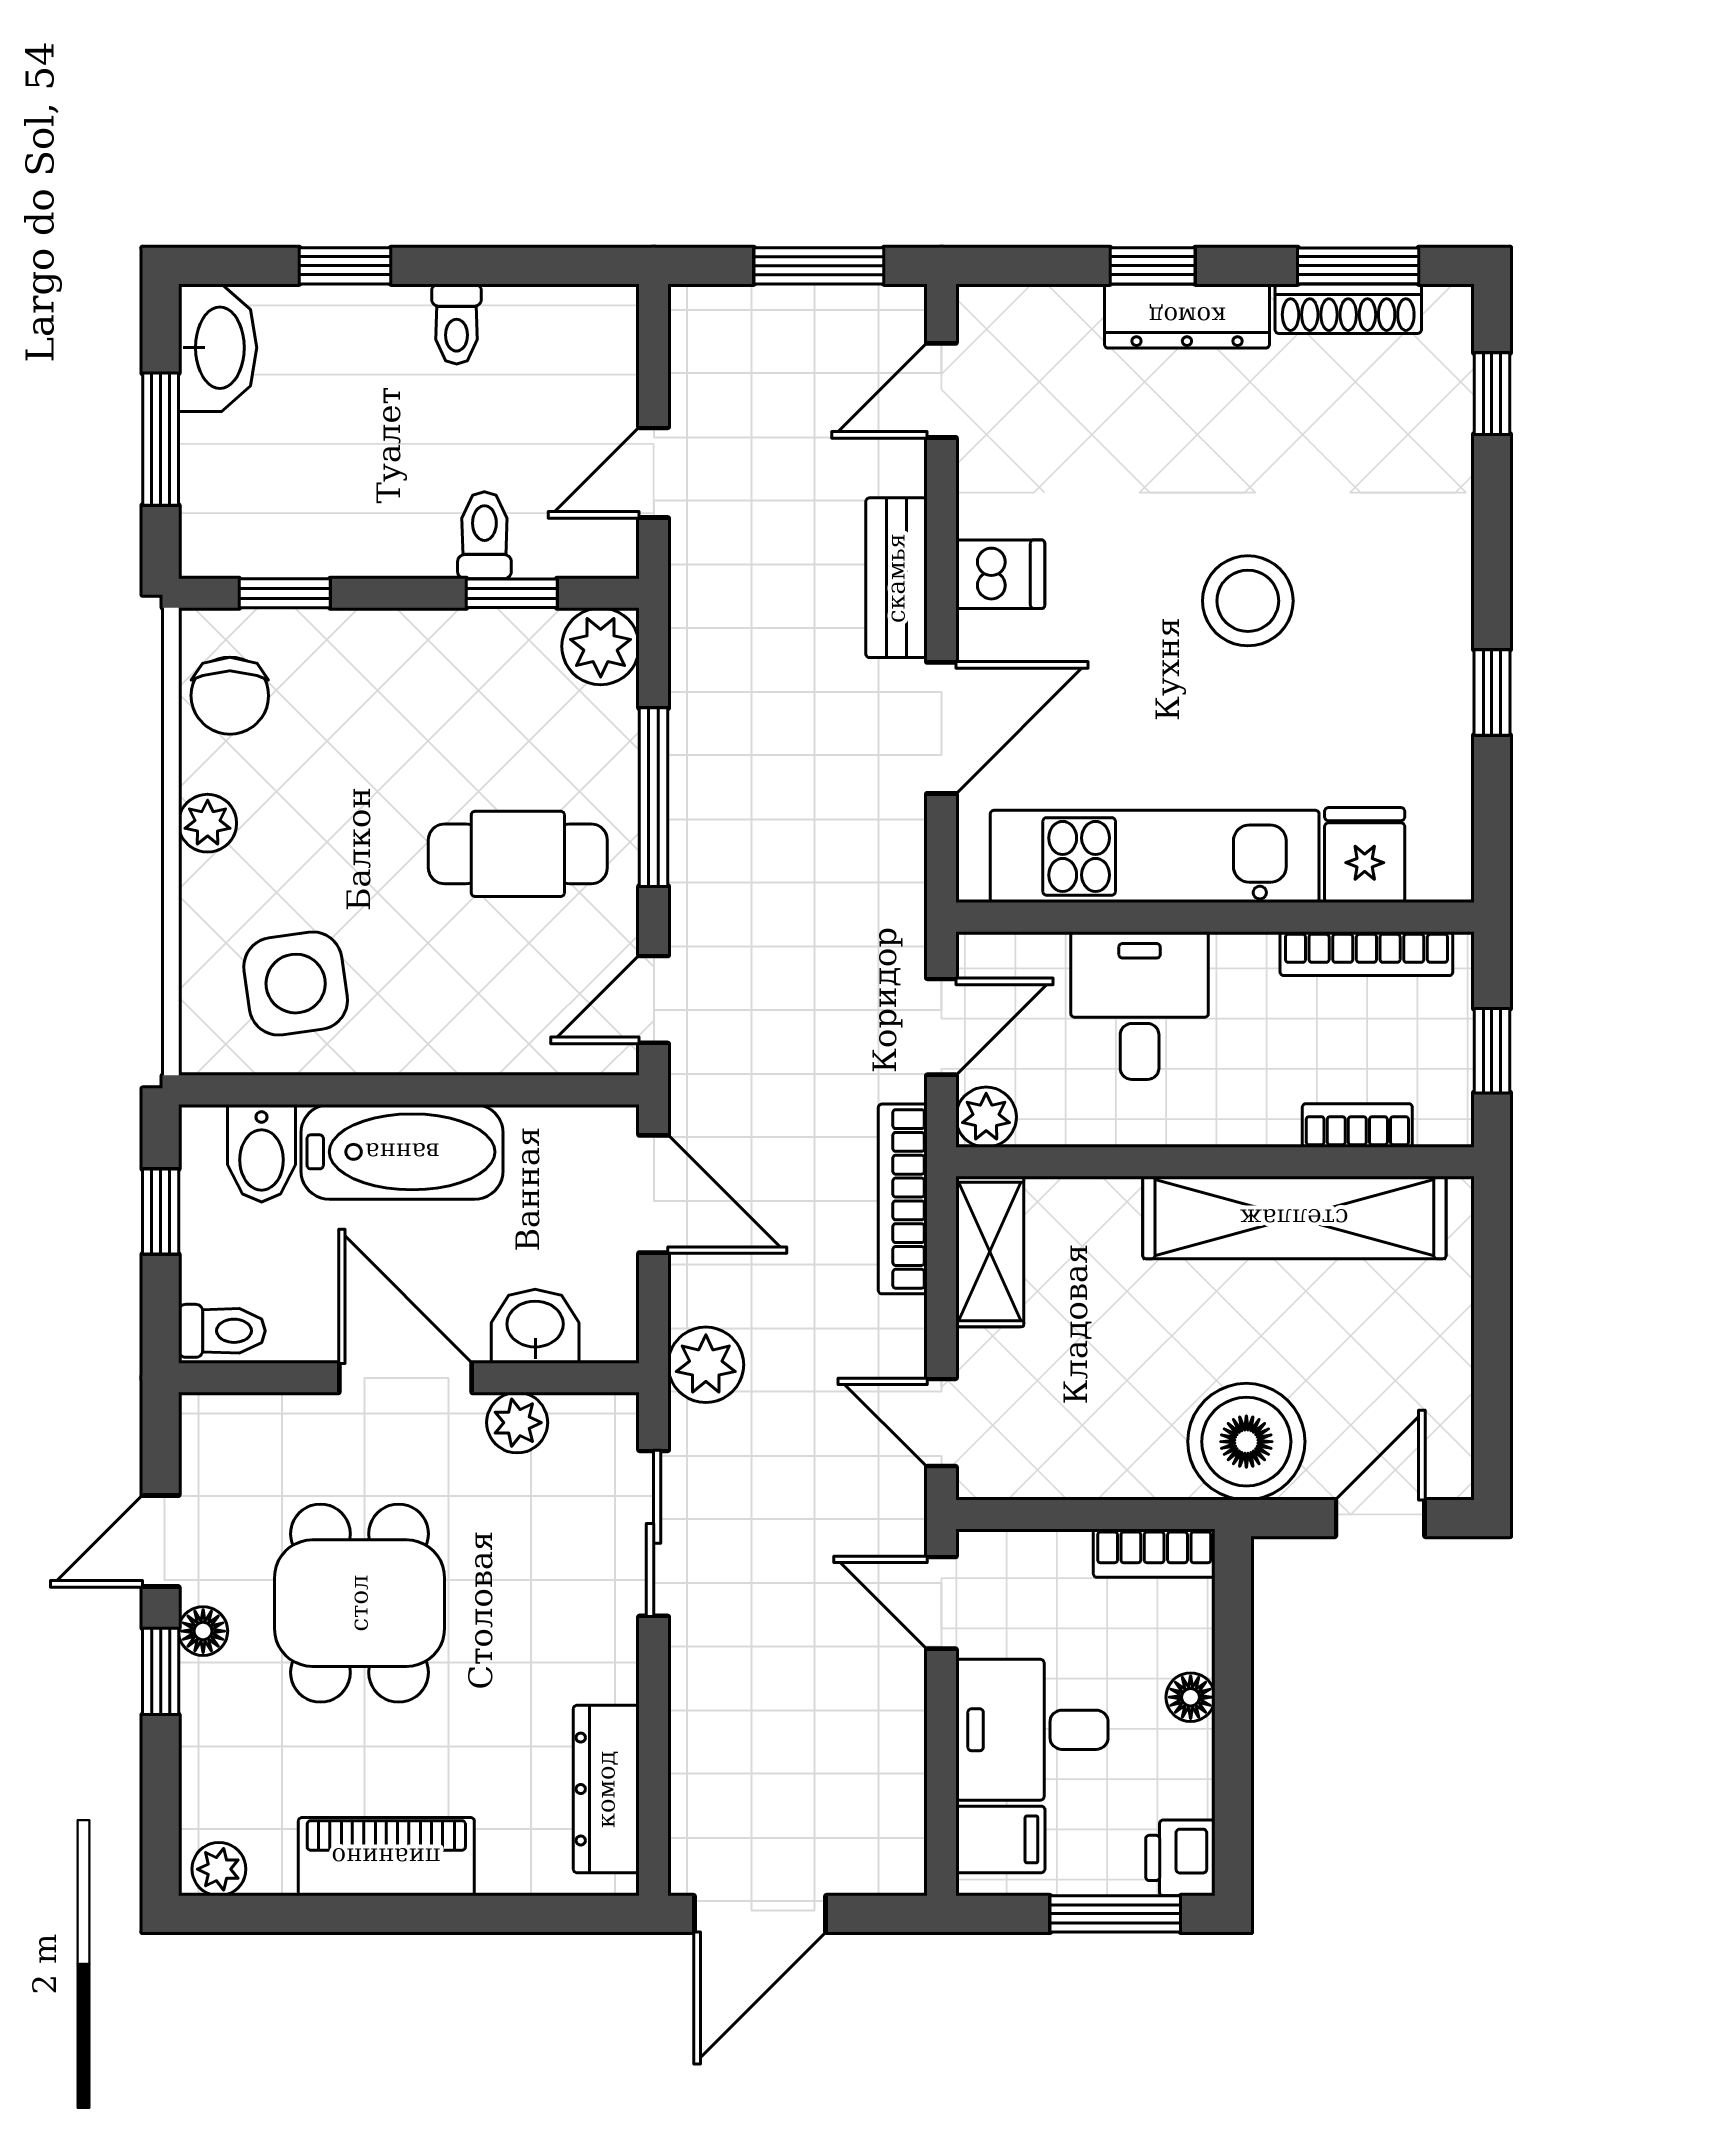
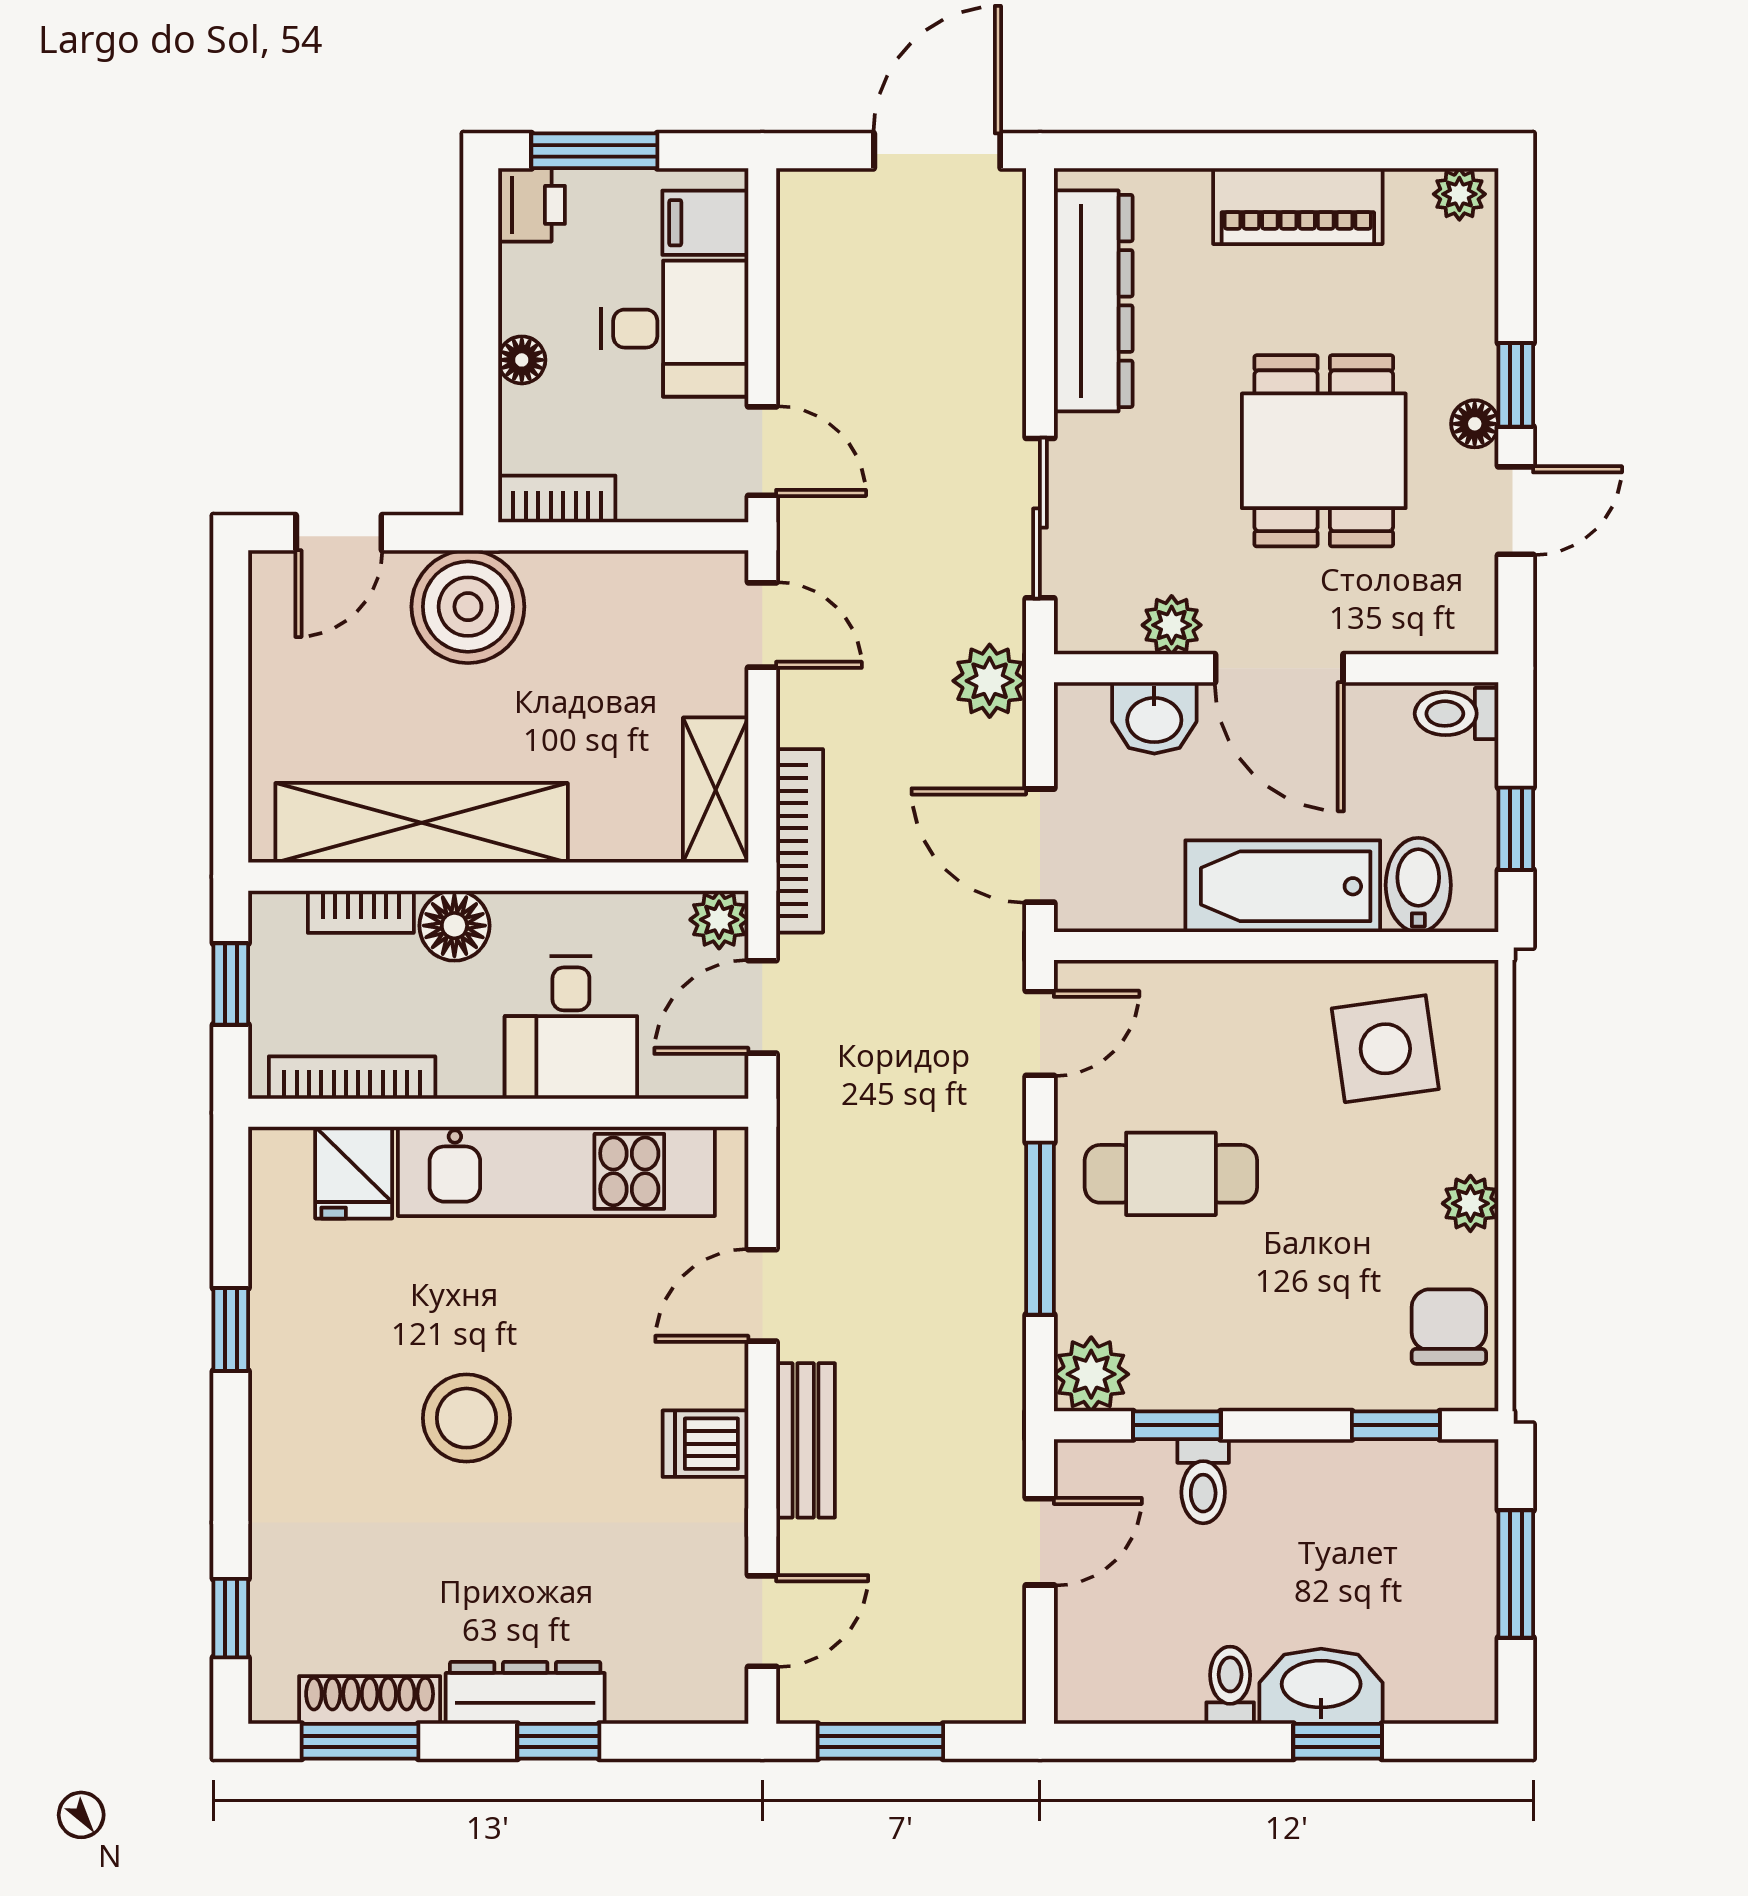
washbasin: (218, 348) -> (1321, 1686), moved, turned 90
door: (941, 728) -> (762, 1295), width x0.73
floor lamp: (1260, 1111) -> (454, 926), added
dresser: (606, 1789) -> (1093, 301), width x1.37, depth x1.24

